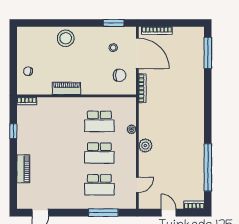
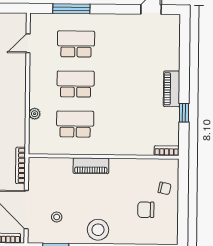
stool: (66, 38) -> (98, 230), moved
chair: (120, 75) -> (146, 210), moved
piano: (66, 88) -> (91, 166), moved
plant: (145, 145) -> (17, 93), removed
piano: (23, 169) -> (172, 89), moved

